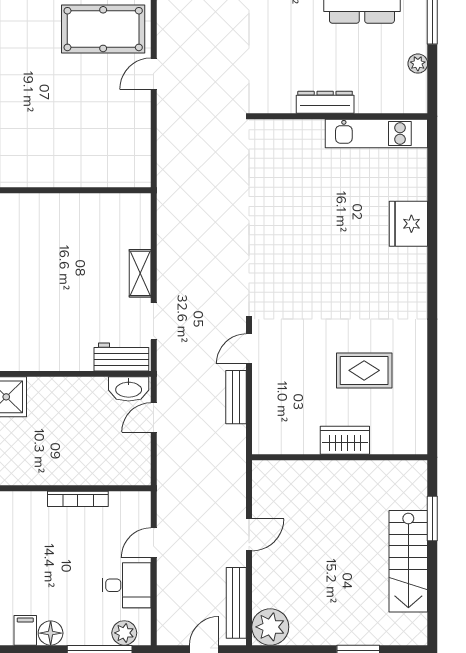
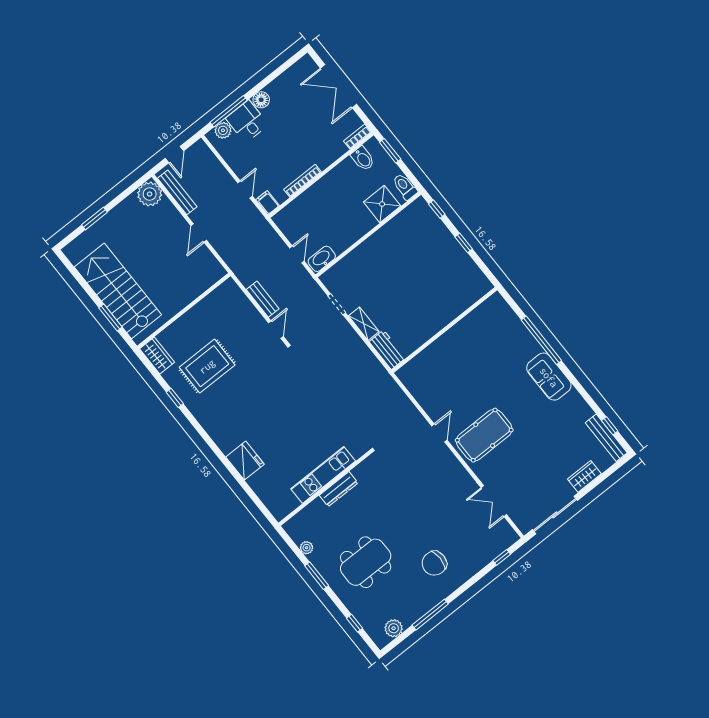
kitchen unit: (376, 134) -> (323, 475), moved
workbench: (121, 357) -> (387, 350), moved, turned -90
window: (432, 364) -> (175, 398), added
rug: (364, 370) -> (207, 366), width x1.36, depth x1.43
wardrobe: (345, 440) -> (157, 356), moved, turned -90
stairs: (408, 561) -> (118, 291), width x1.36, depth x1.51
desk: (126, 585) -> (247, 121), moved, turned 90
filing cabinet: (25, 630) -> (267, 203), moved, turned 180

